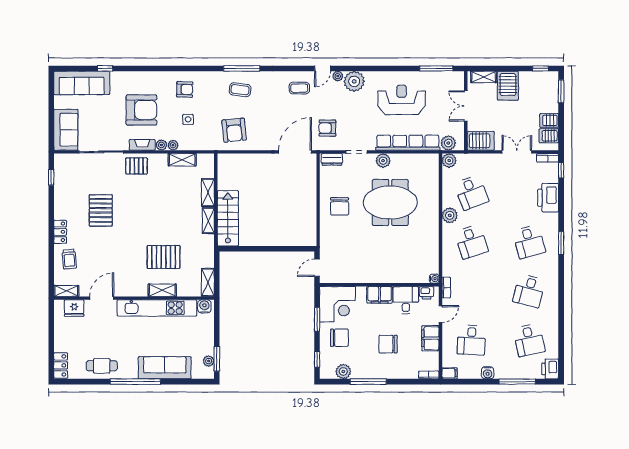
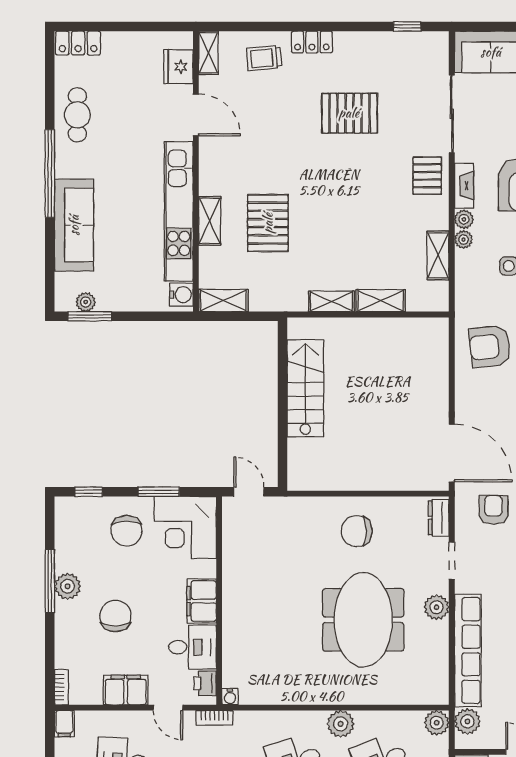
stairs: (228, 218) -> (305, 388), moved, turned -90
plant: (343, 371) -> (68, 586), moved

